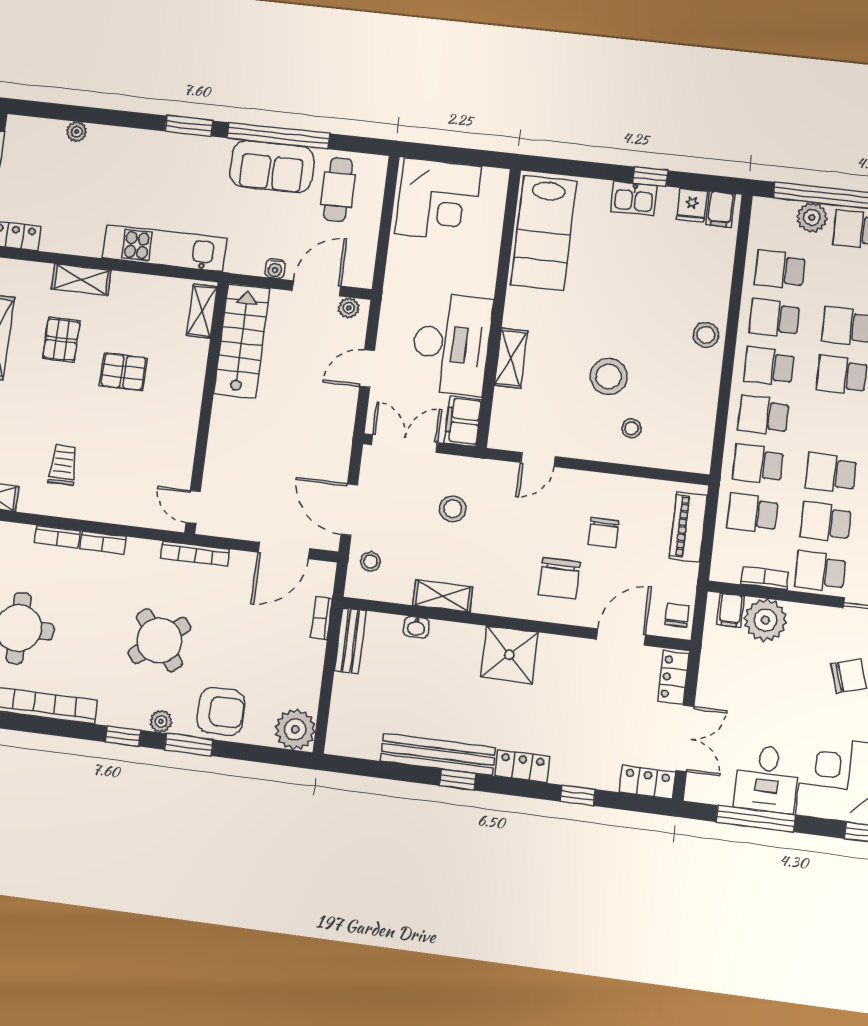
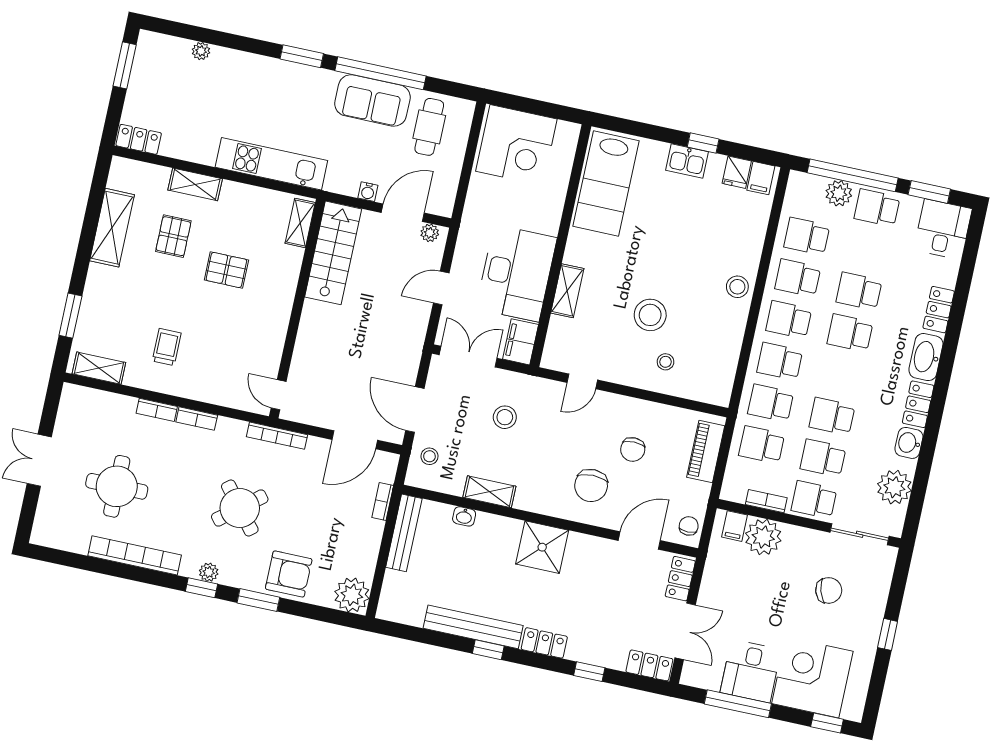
bench: (350, 641) -> (404, 533), width x1.36
plant: (161, 721) -> (209, 572), moved

